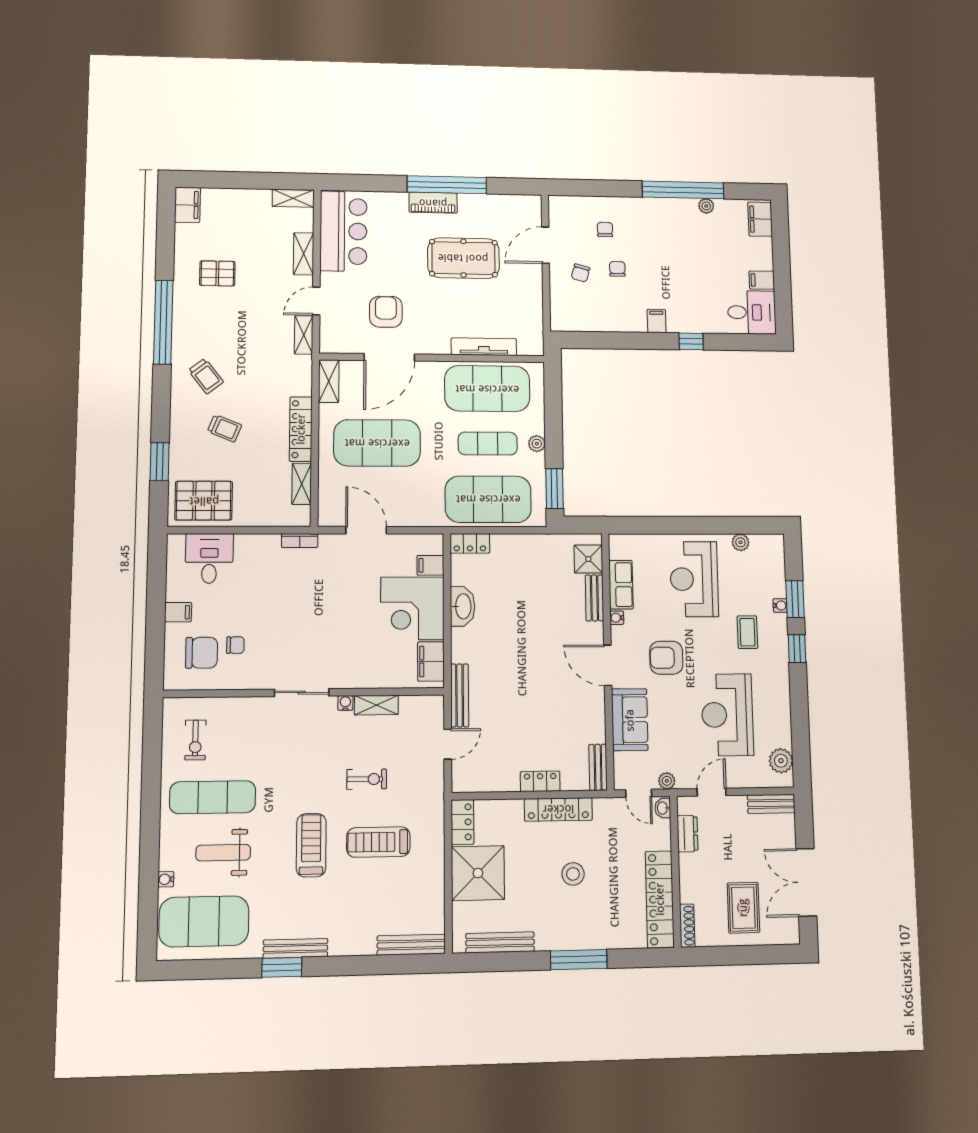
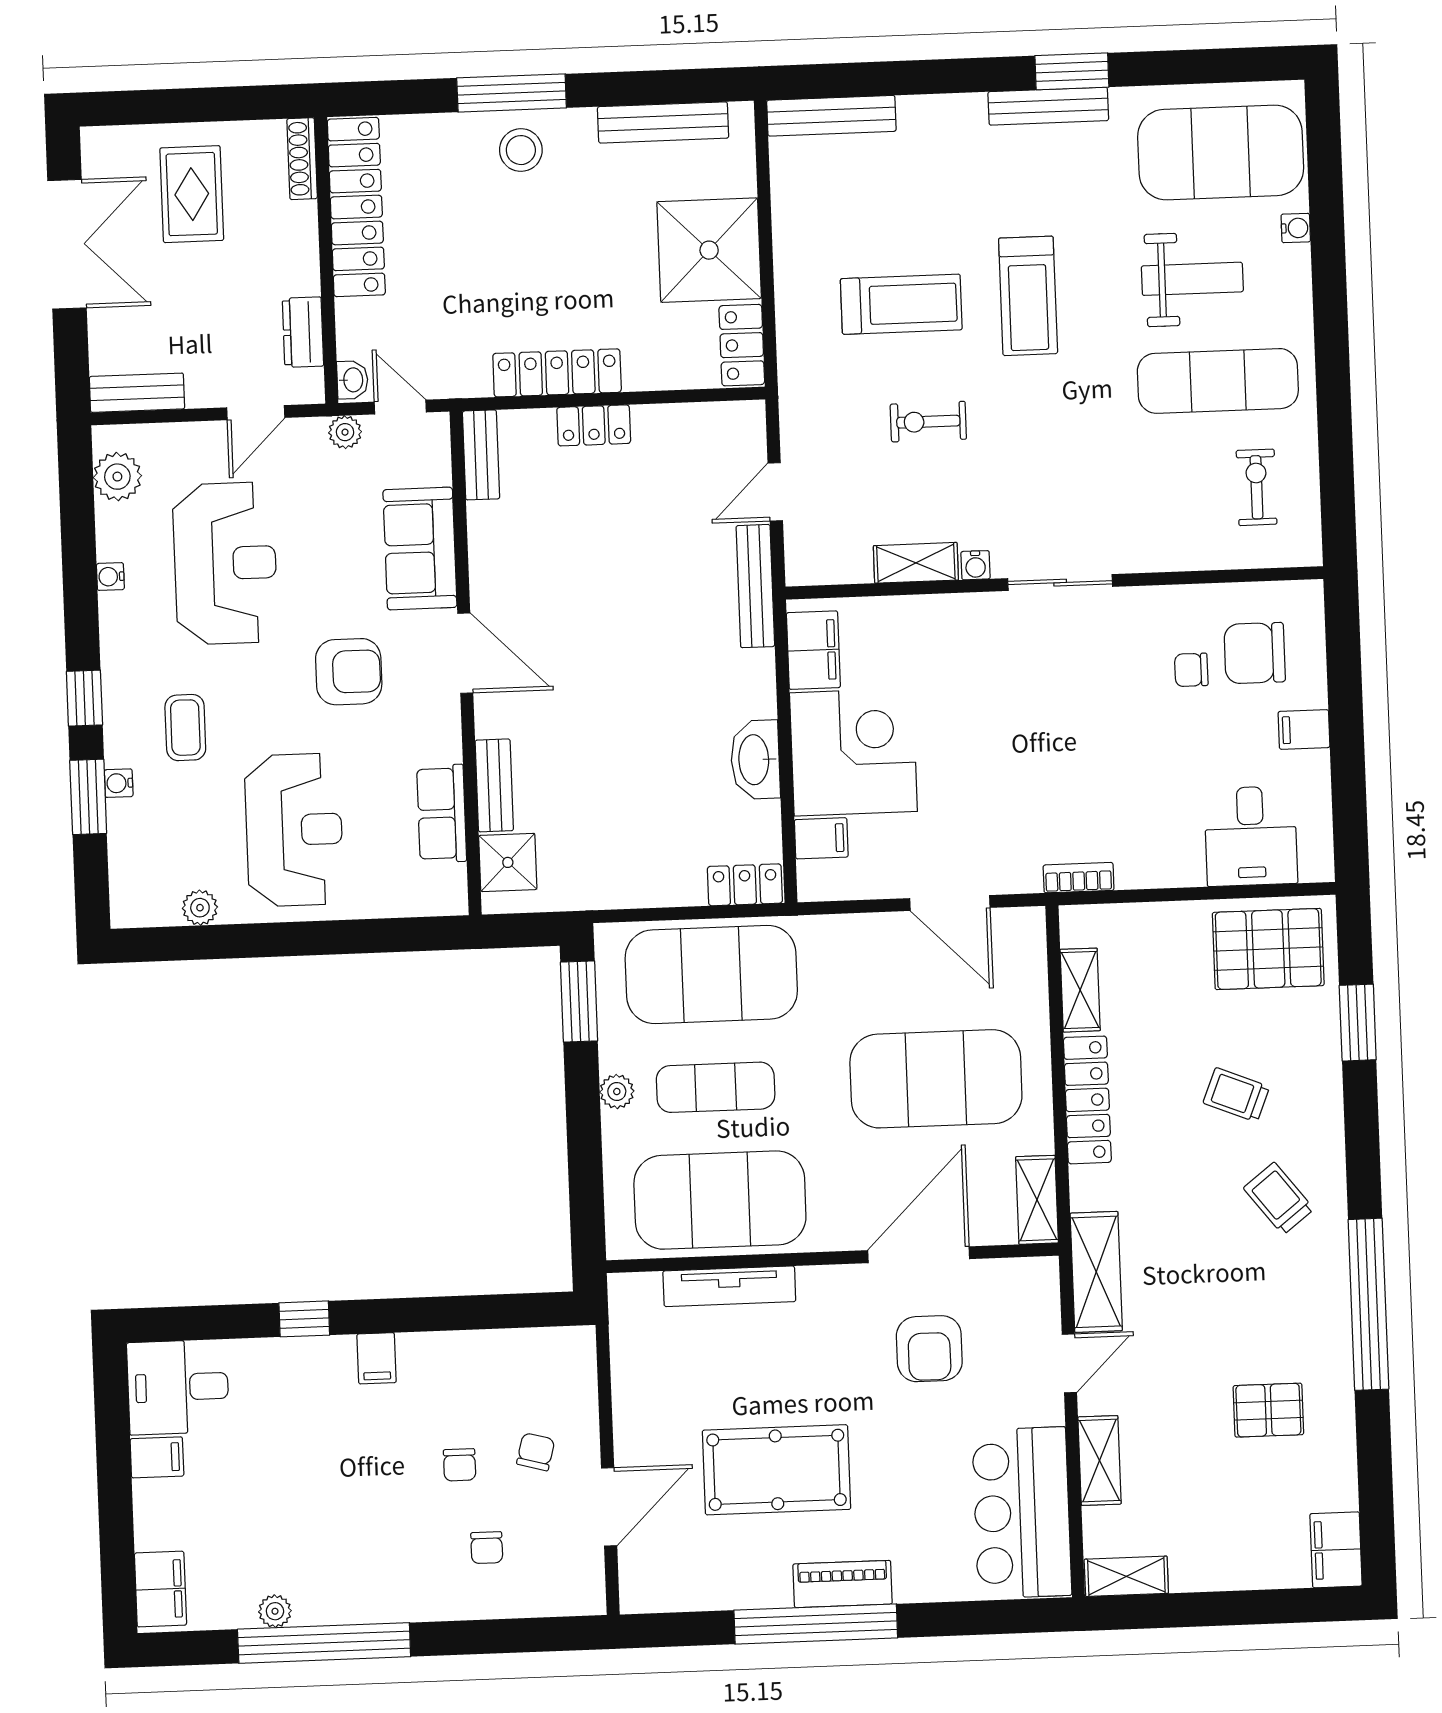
shelving: (304, 335) -> (1096, 1272), width x1.50, depth x1.33
water cooler: (617, 618) -> (110, 577), moved, turned 180
stool: (573, 874) -> (521, 150), moved

